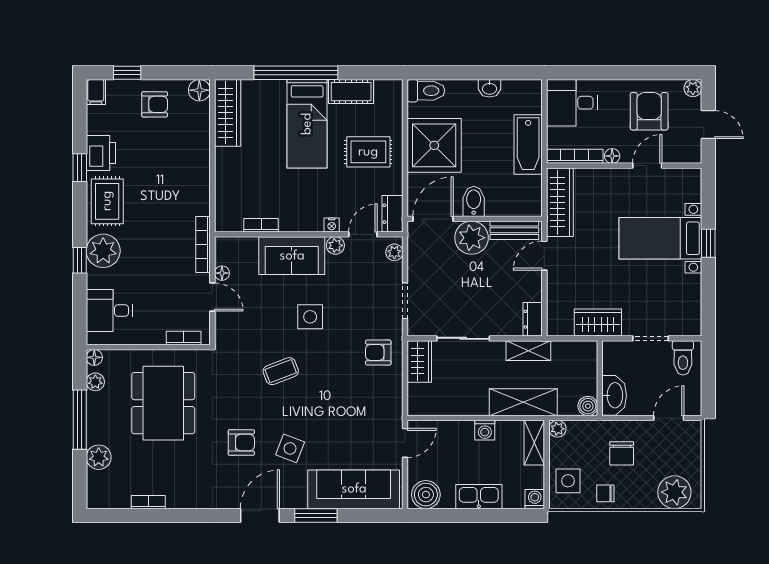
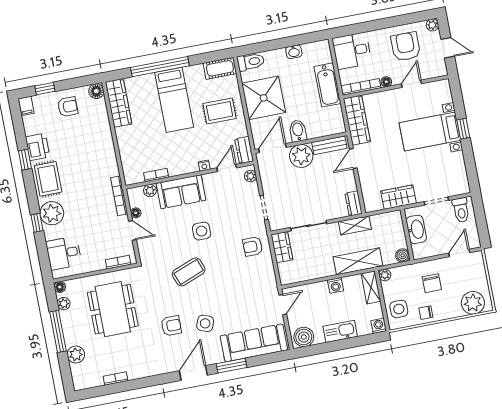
cot: (351, 92) -> (220, 68), moved
plant: (335, 245) -> (150, 191), moved
coffee table: (281, 371) -> (189, 272), width x1.36, depth x1.30
washbasin: (614, 395) -> (416, 229), moved

